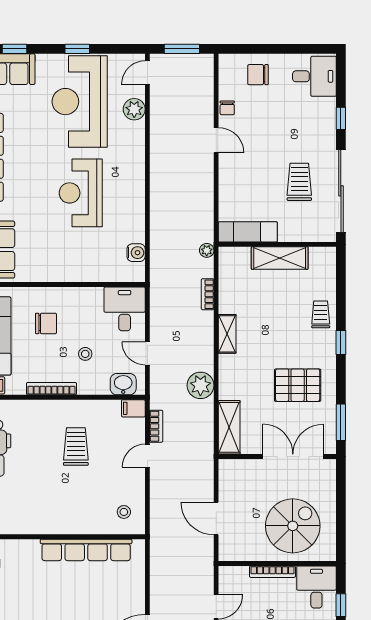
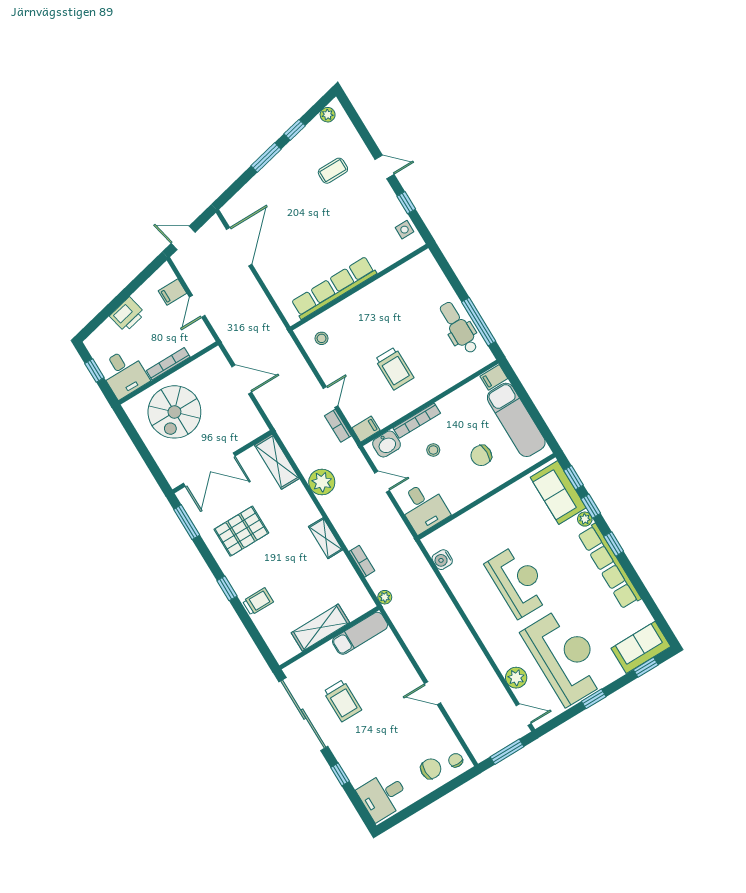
door: (147, 73) -> (524, 715), hinge flipped
chair: (227, 108) -> (456, 760), moved
trolley: (321, 314) -> (258, 601), turned -90
bookcase: (51, 389) -> (417, 421), moved

